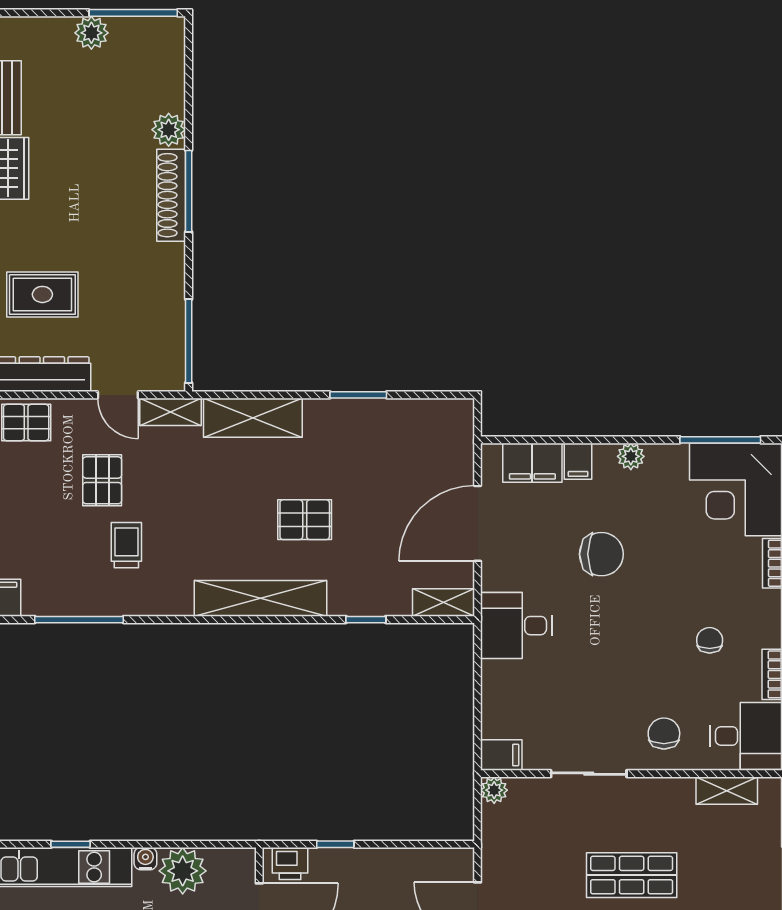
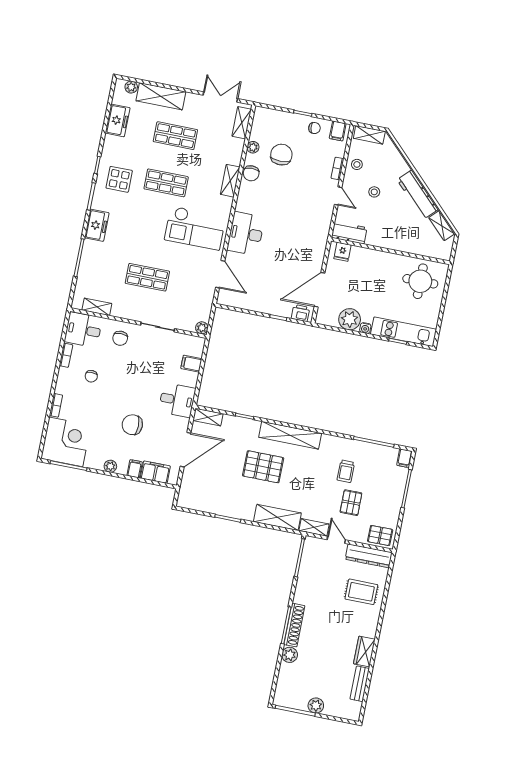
pallet: (305, 520) -> (263, 467), width x1.50, depth x1.42
filing cabinet: (501, 755) -> (191, 364), moved

